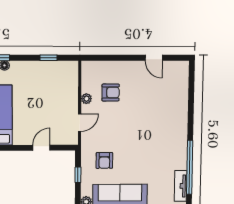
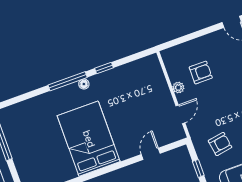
window: (48, 58) -> (104, 68), moved
armchair: (104, 160) -> (220, 144), turned -99

